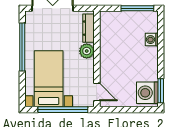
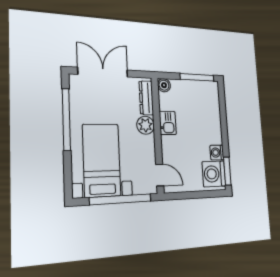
boiler: (105, 17) -> (164, 85), added
washing machine: (152, 40) -> (217, 153), moved
kitchen sink: (107, 49) -> (168, 123), added

